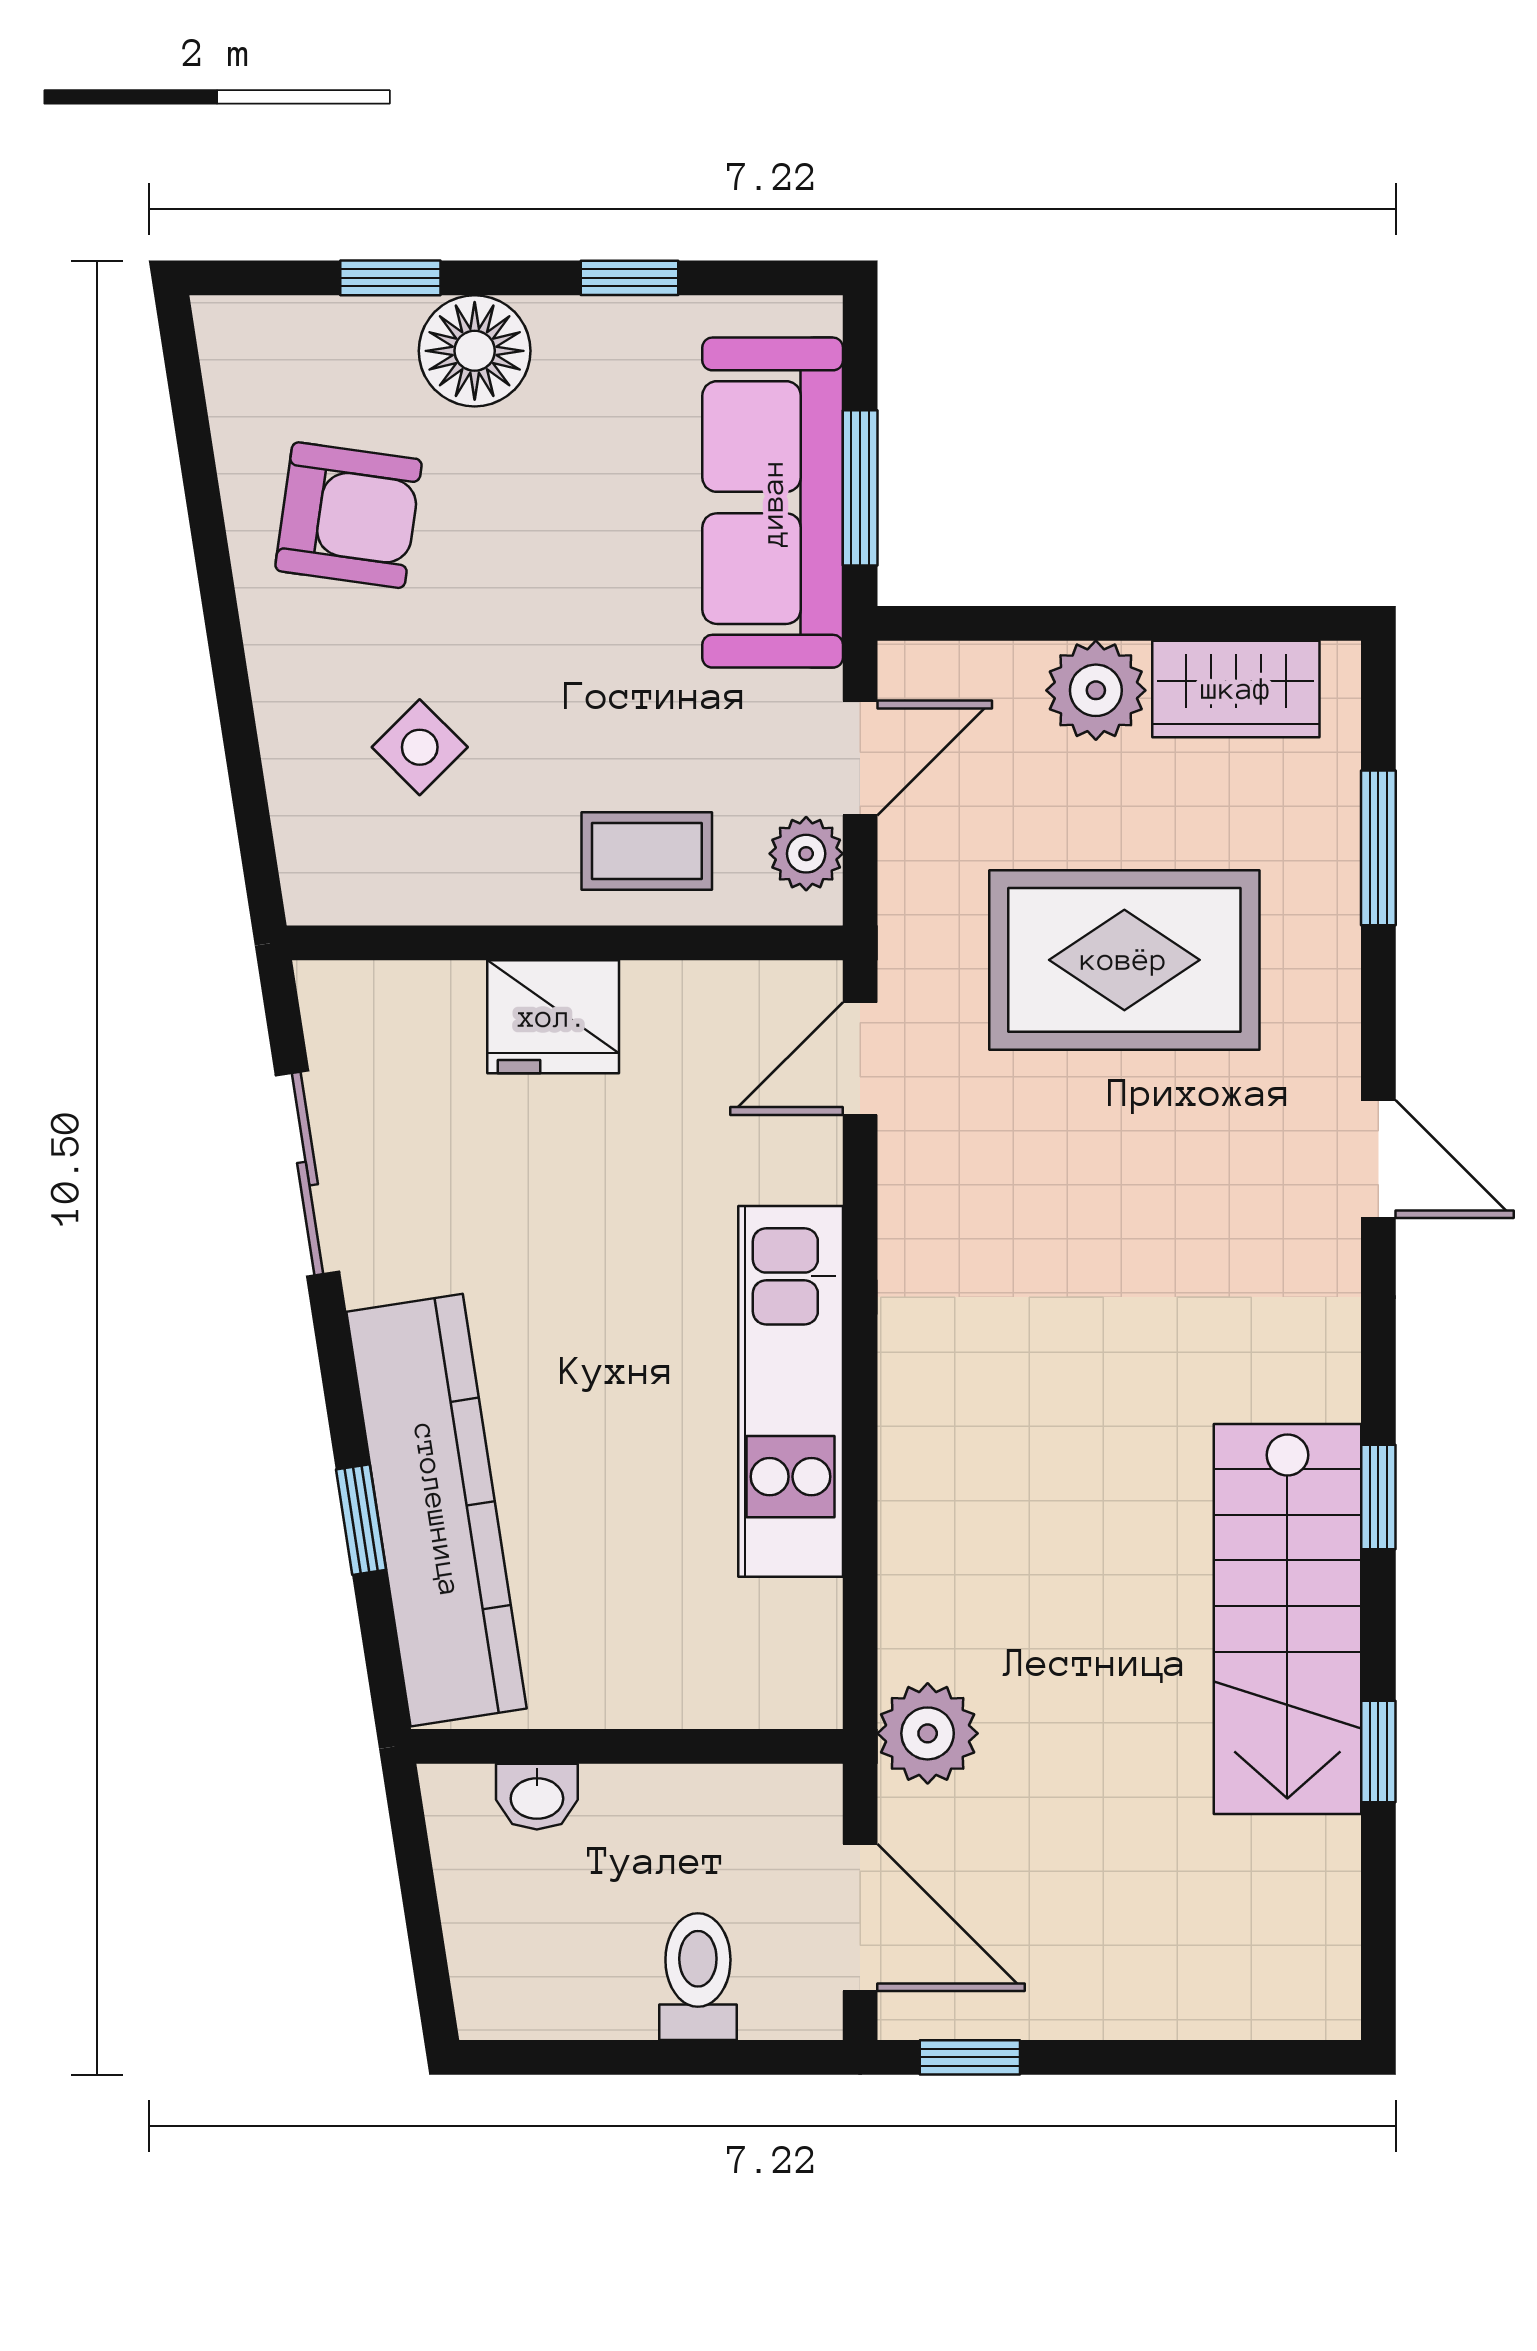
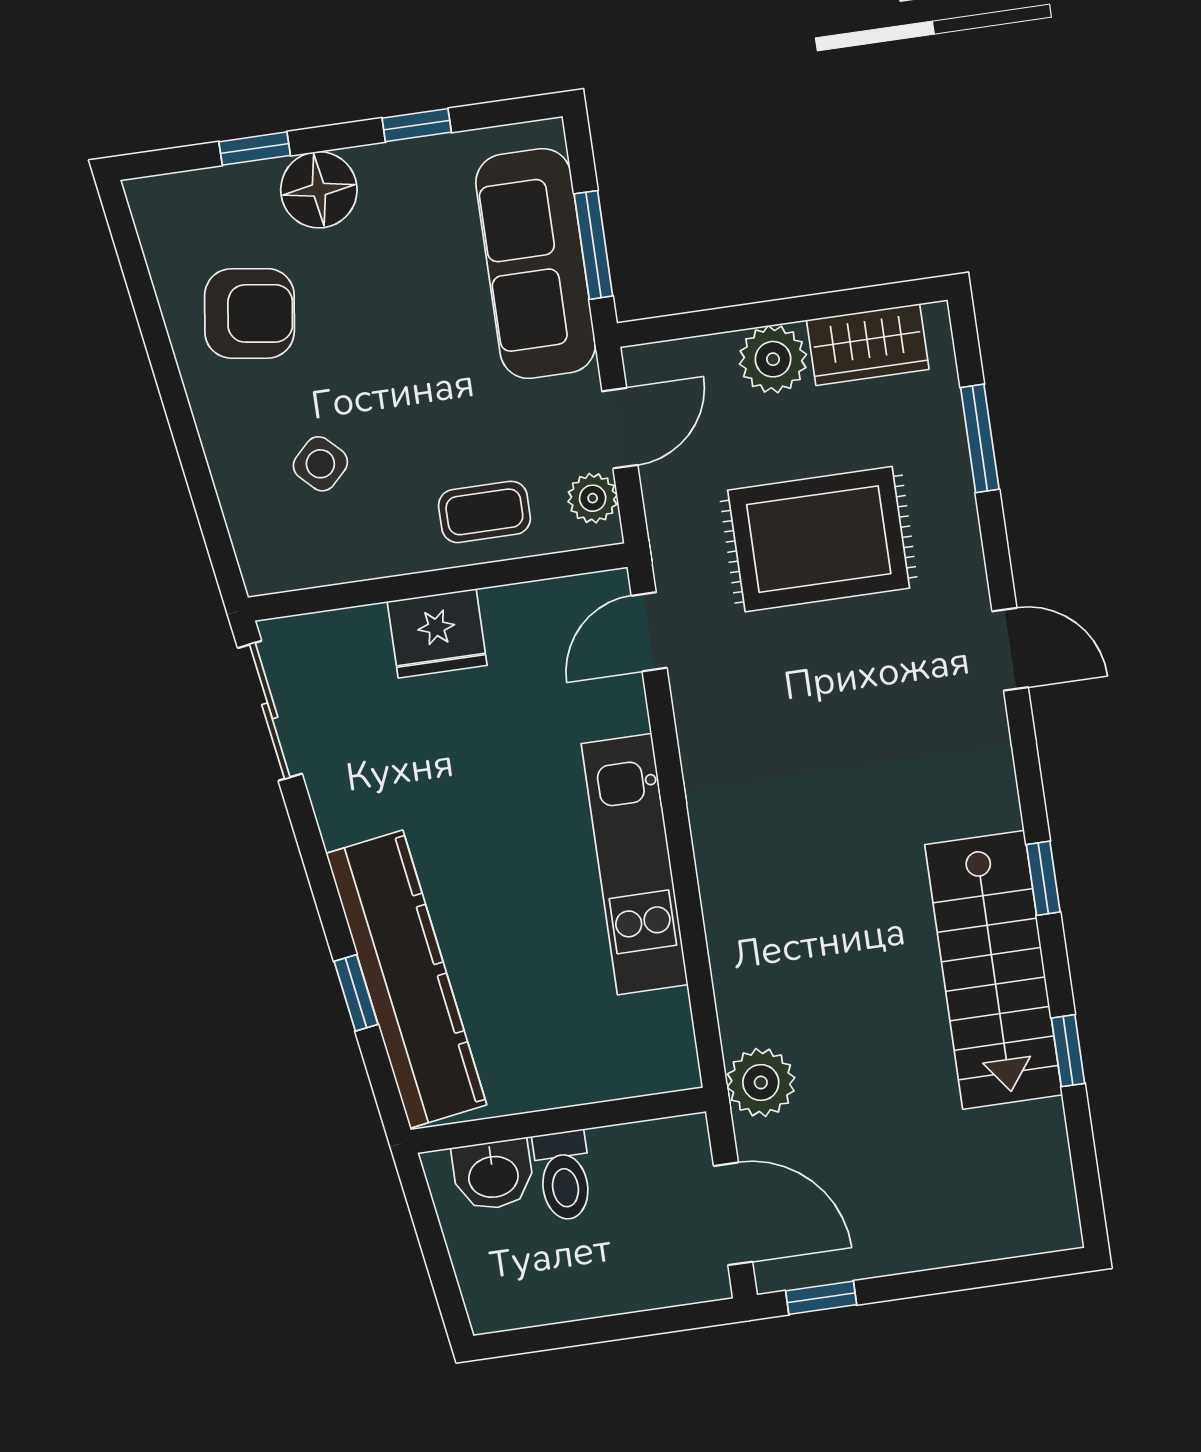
sliding door: (308, 1174) -> (270, 711), moved
washbasin: (537, 1797) -> (493, 1175), width x1.38, depth x1.45
toilet: (698, 1977) -> (564, 1176), moved, turned 180

